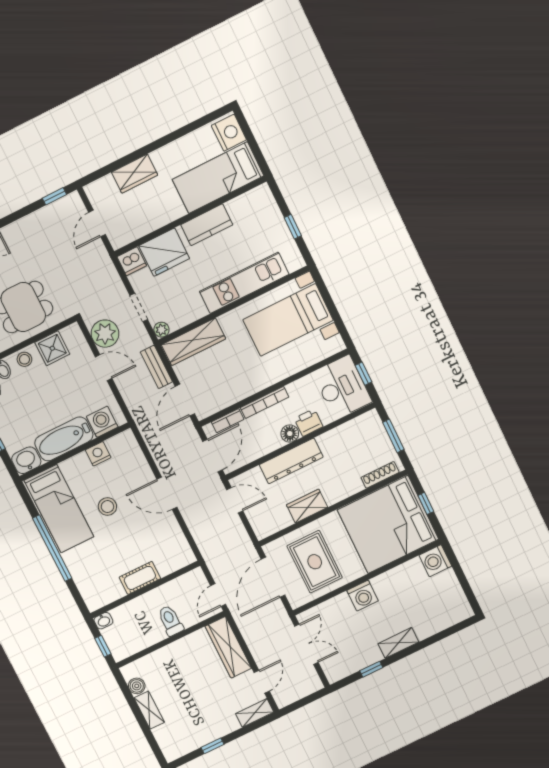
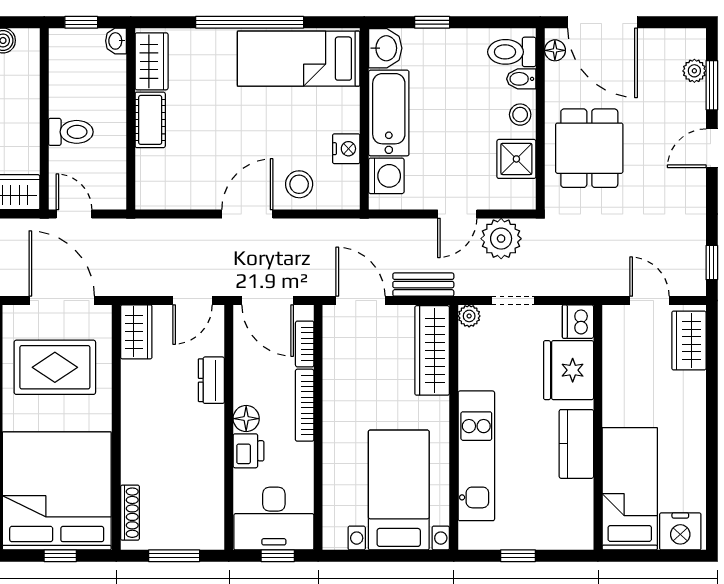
wardrobe: (135, 174) -> (689, 340), moved
dresser: (291, 461) -> (211, 380), width x0.51, depth x0.80
wardrobe: (307, 506) -> (136, 332), moved
stool: (107, 507) -> (299, 184), moved
wardrobe: (105, 594) -> (152, 61), added

